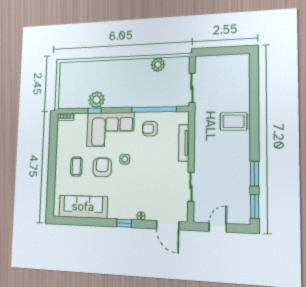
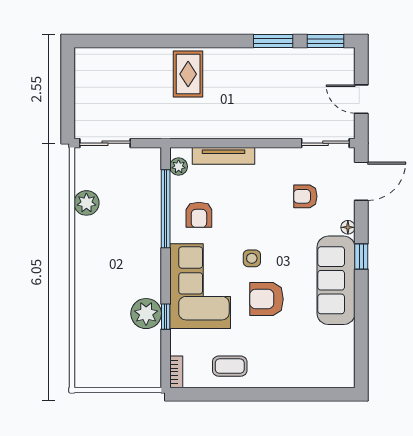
sliding door: (192, 88) -> (105, 143), moved
plant: (178, 117) -> (179, 167), added
coffee table: (76, 167) -> (230, 366), moved
sliding door: (191, 187) -> (325, 143), moved
armchair: (159, 191) -> (305, 196), added
sofa: (83, 207) -> (336, 280), moved

